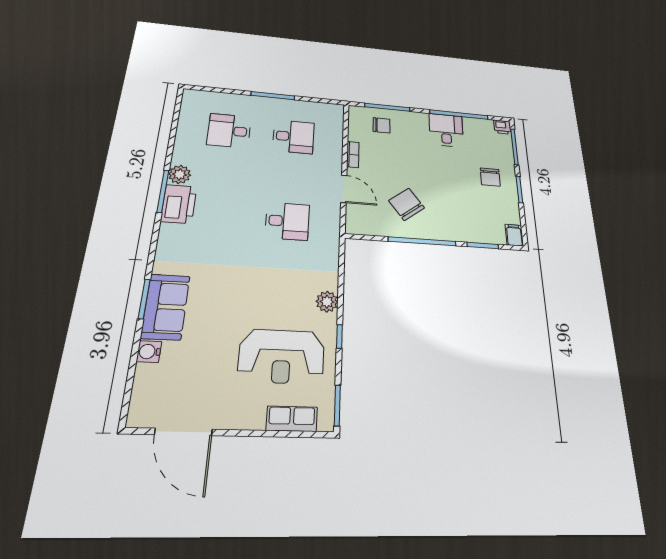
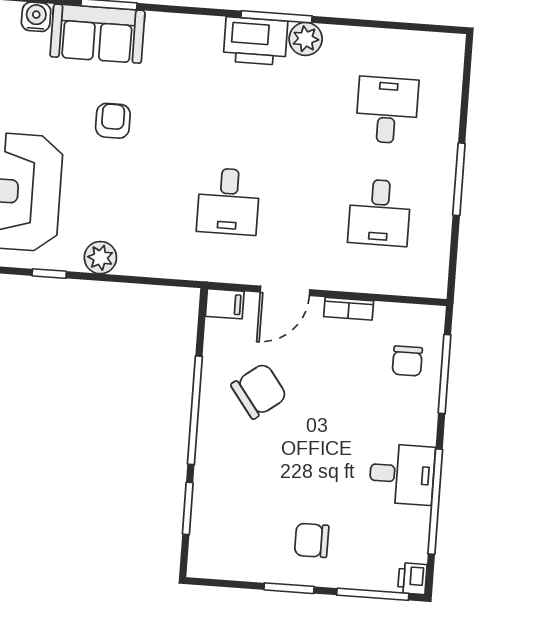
filing cabinet: (514, 235) -> (225, 304), moved
armchair: (230, 295) -> (113, 121), added

